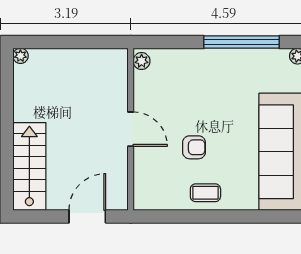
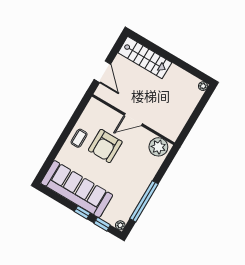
plant: (142, 61) -> (158, 147), width x1.88, depth x1.88
armchair: (194, 147) -> (105, 146), width x1.88, depth x1.88

